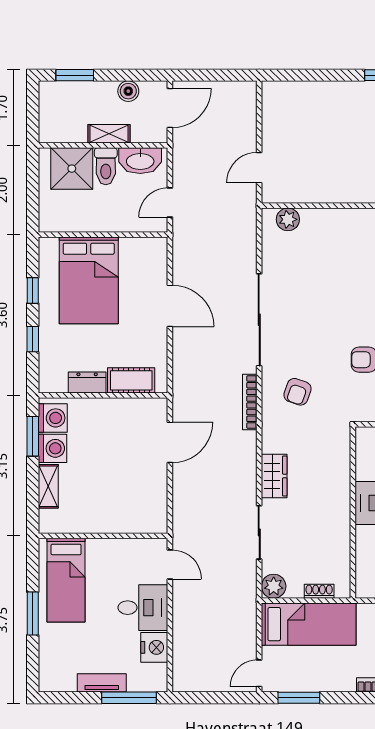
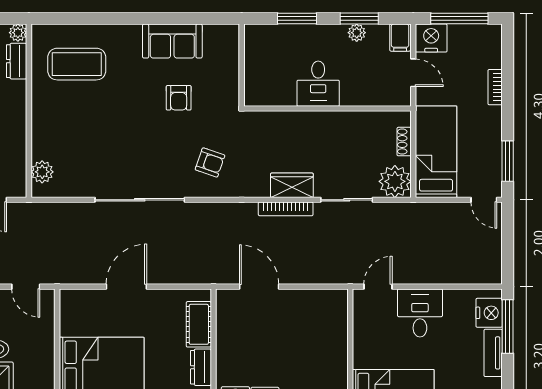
bookcase: (250, 402) -> (286, 209), moved
plant: (274, 586) -> (395, 181), width x1.36, depth x1.36
nightstand: (154, 647) -> (489, 313), moved, turned 90

